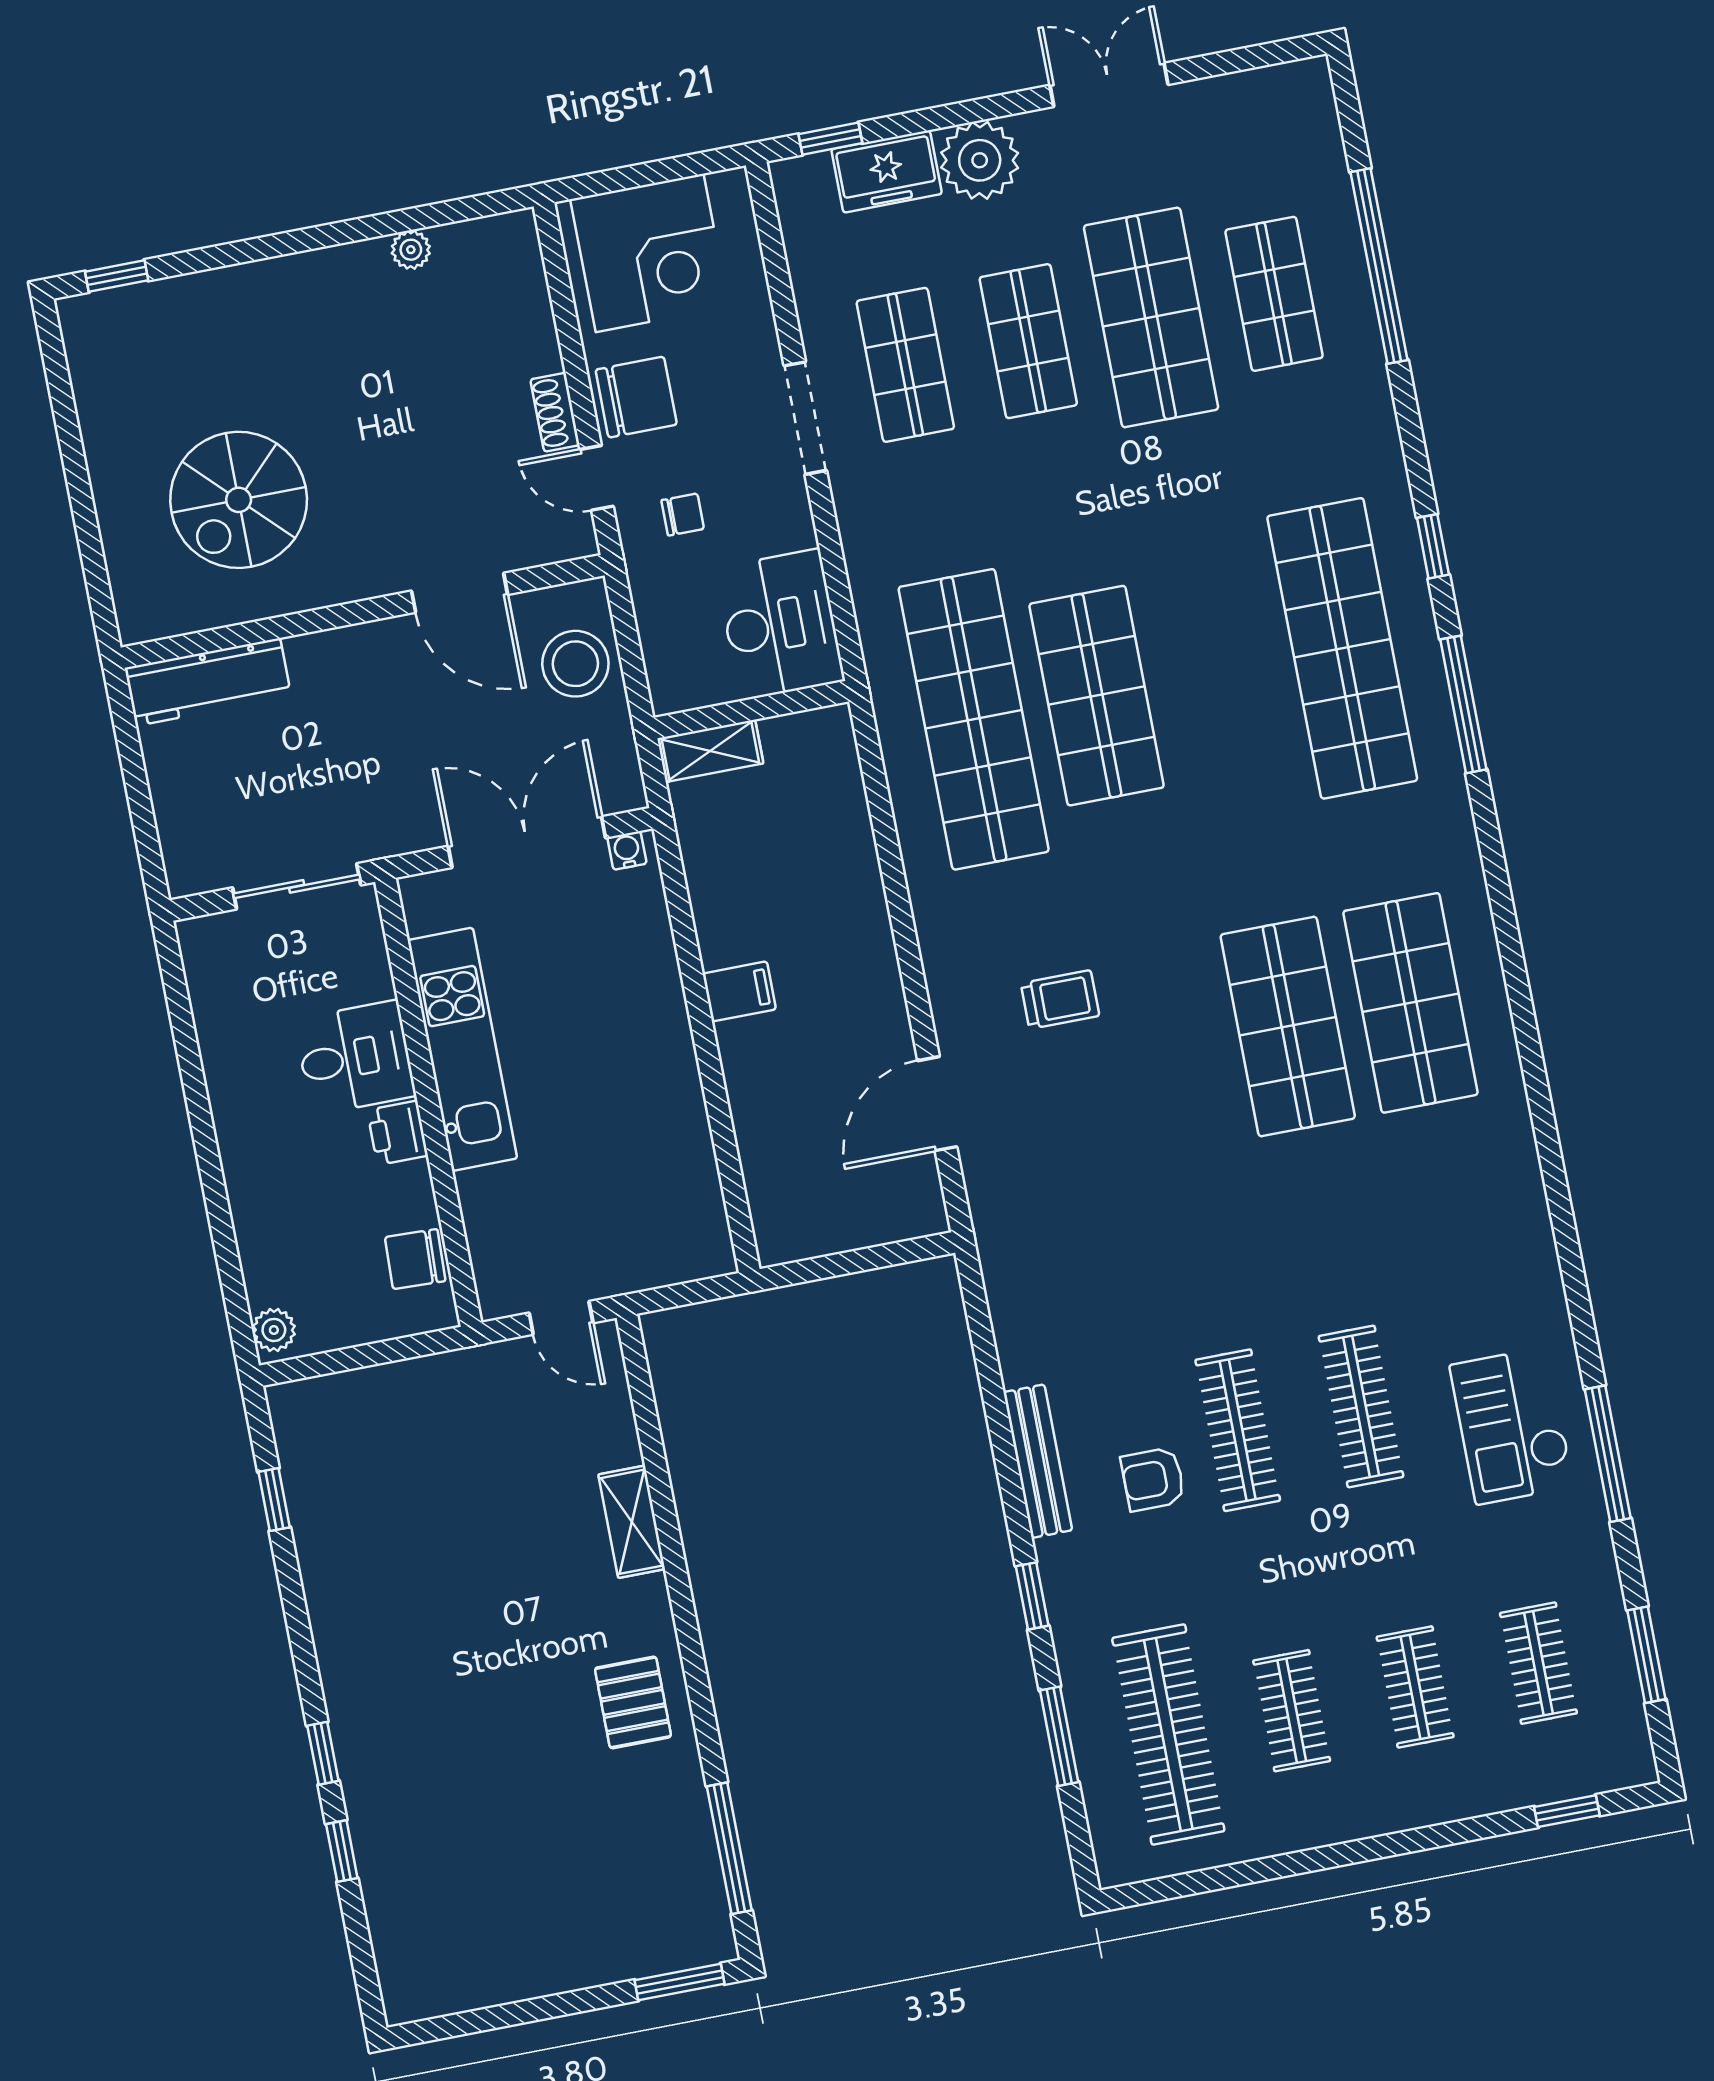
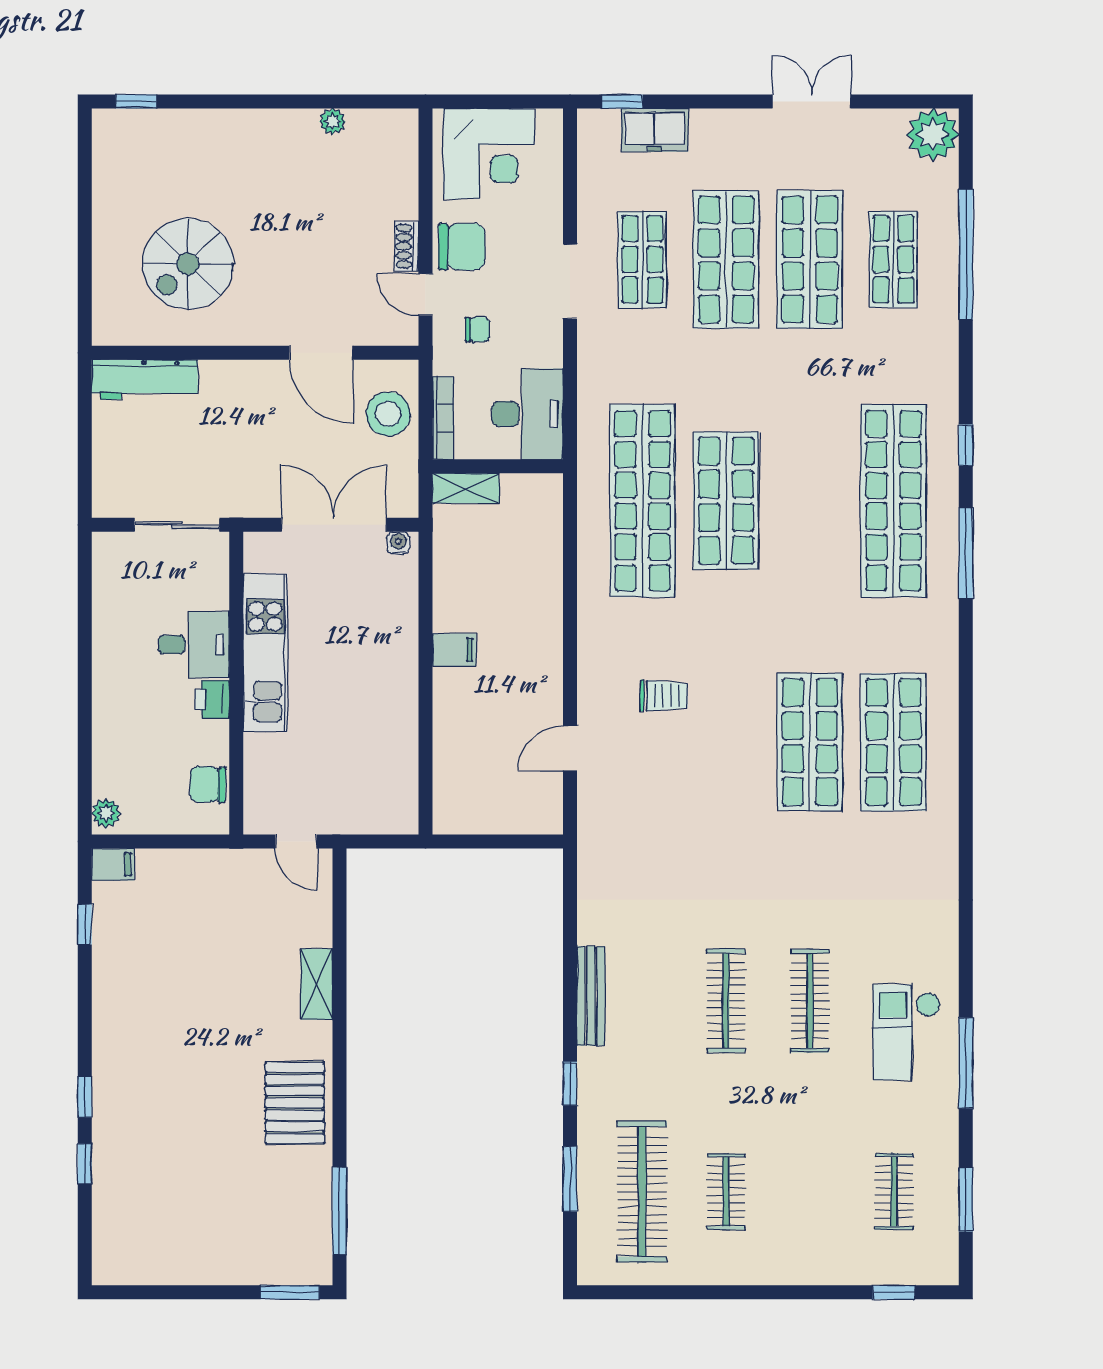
plant: (980, 160) -> (933, 135), moved
shop shelf: (1028, 341) -> (726, 259), width x1.43, depth x1.36
bookcase: (657, 654) -> (443, 418), added
door: (937, 1104) -> (570, 748), width x0.73
filing cabinet: (298, 1403) -> (113, 864), added
armchair: (1153, 1479) -> (664, 1022), removed
clothes rail: (1415, 1687) -> (810, 1192), removed
pallet: (633, 1702) -> (295, 1103), width x1.50, depth x1.42

